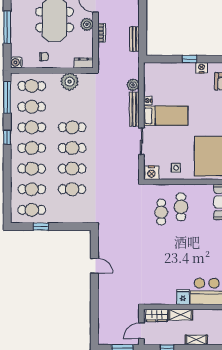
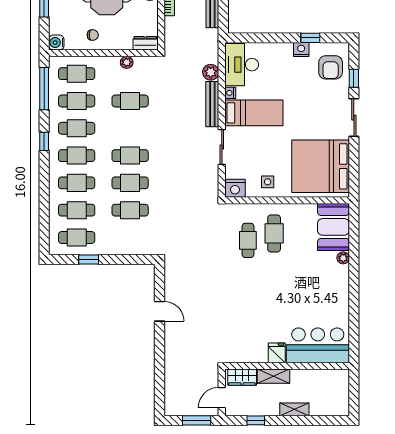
window: (189, 59) -> (310, 38), moved
desk: (156, 79) -> (242, 65), added
plant: (69, 82) -> (127, 62), width x0.53, depth x0.53
cafe table: (72, 127) -> (130, 101), moved

